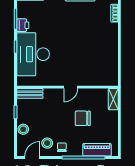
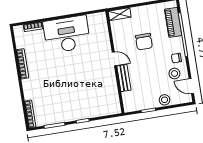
printer: (23, 25) -> (60, 117), removed
desk: (33, 54) -> (67, 34), moved, turned 180
bench: (30, 93) -> (124, 78), moved

